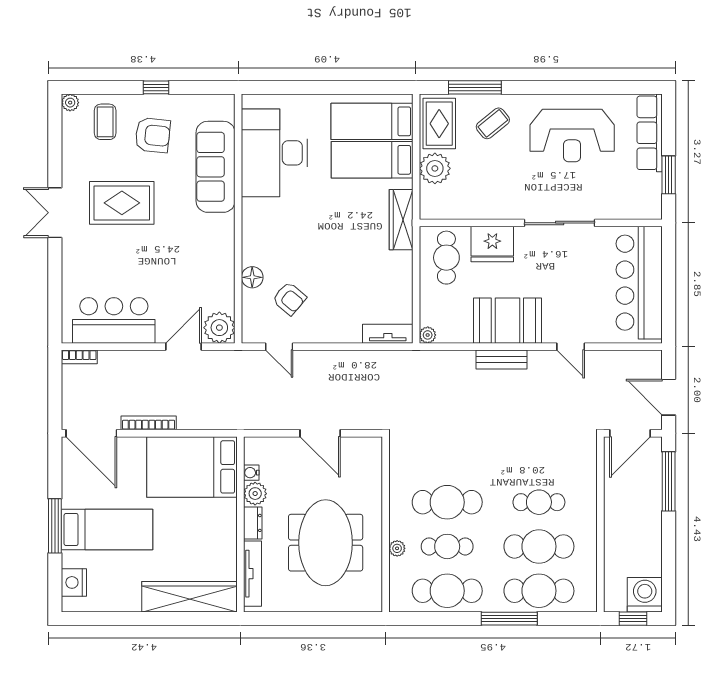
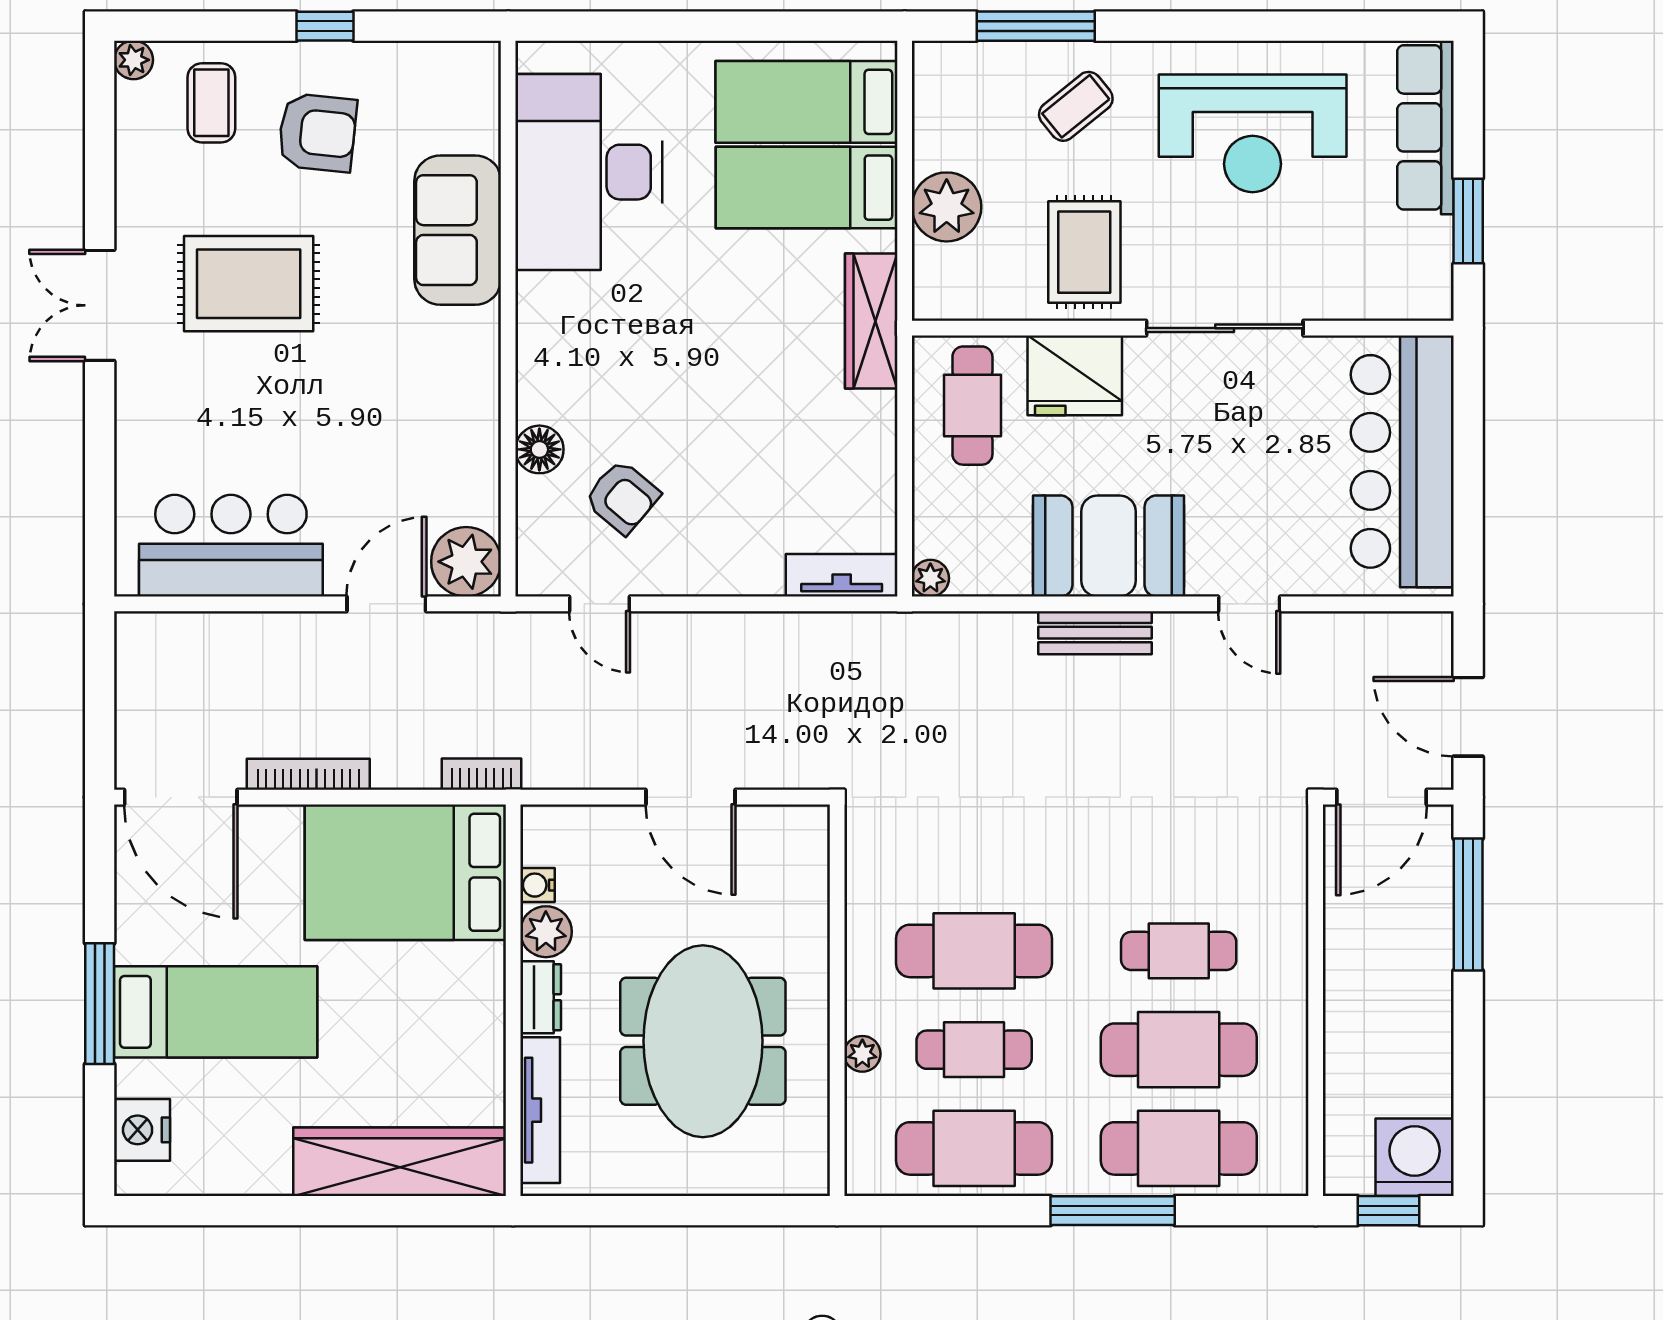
rug: (439, 124) -> (1084, 252), moved
sofa: (216, 167) -> (458, 230), width x0.73
bookcase: (79, 357) -> (481, 774), moved, turned 180

